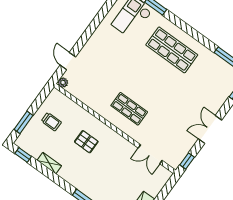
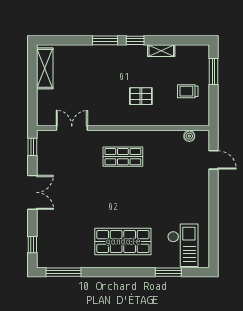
plant: (63, 83) -> (189, 136), moved
window: (23, 155) -> (135, 40), moved

